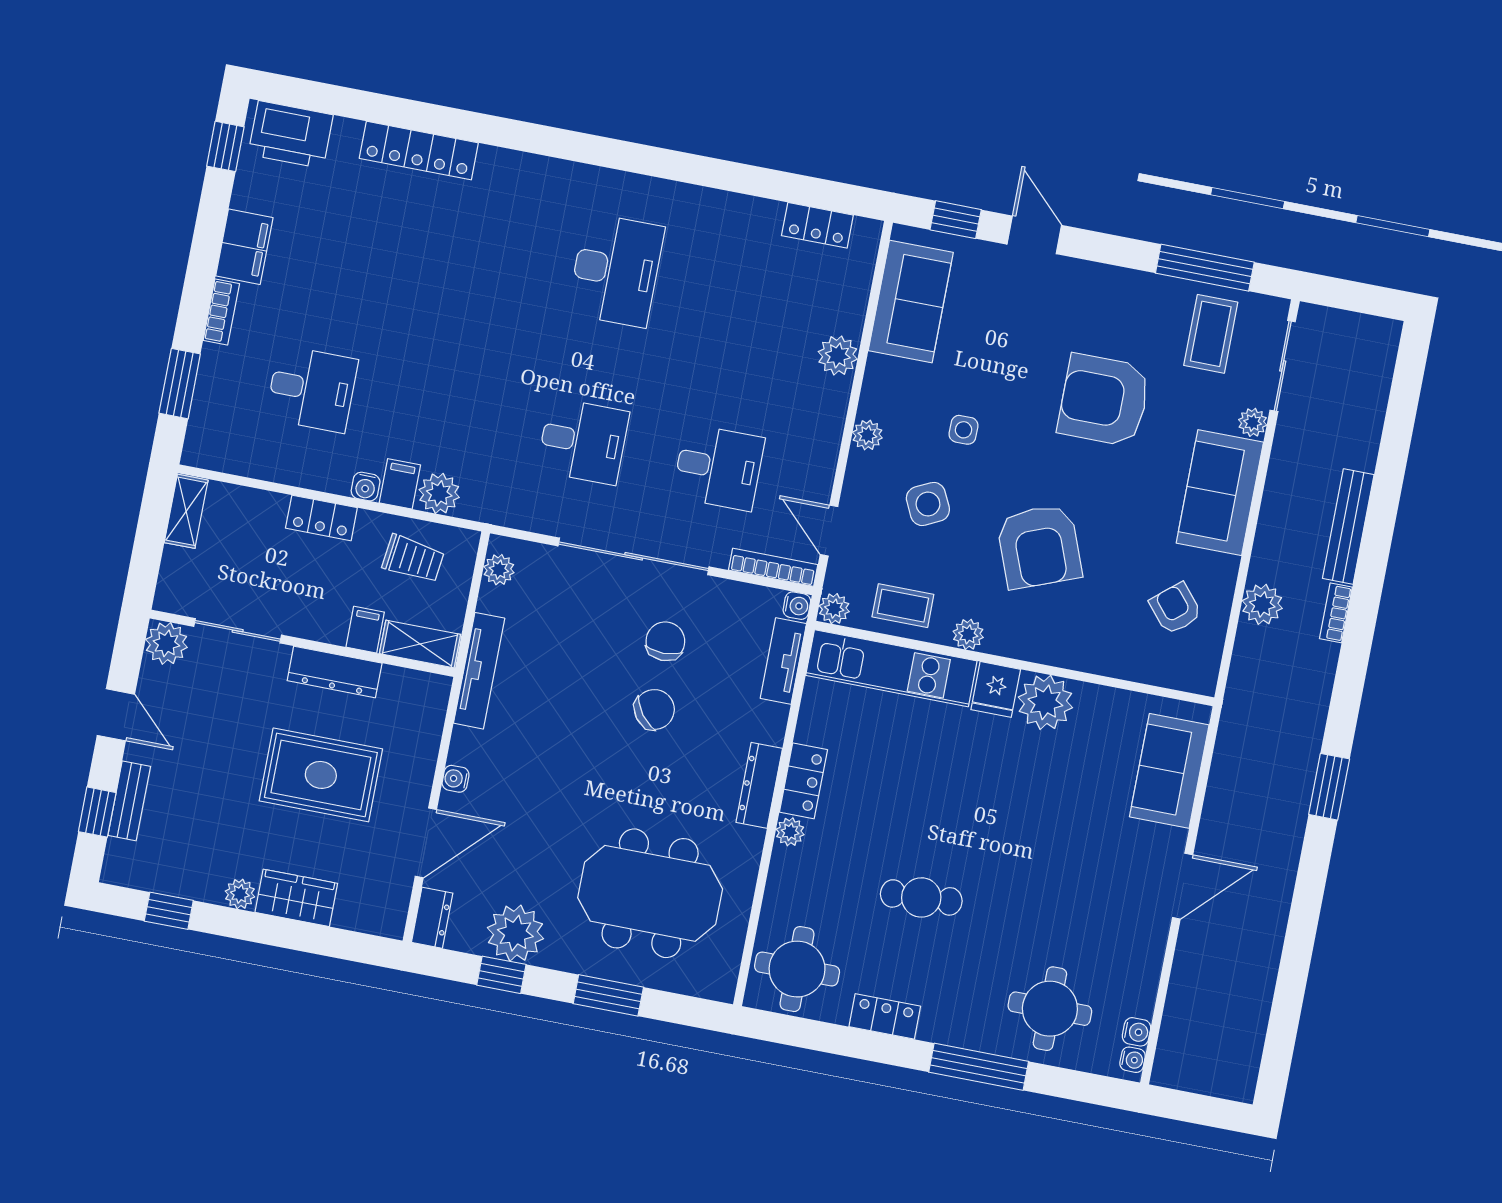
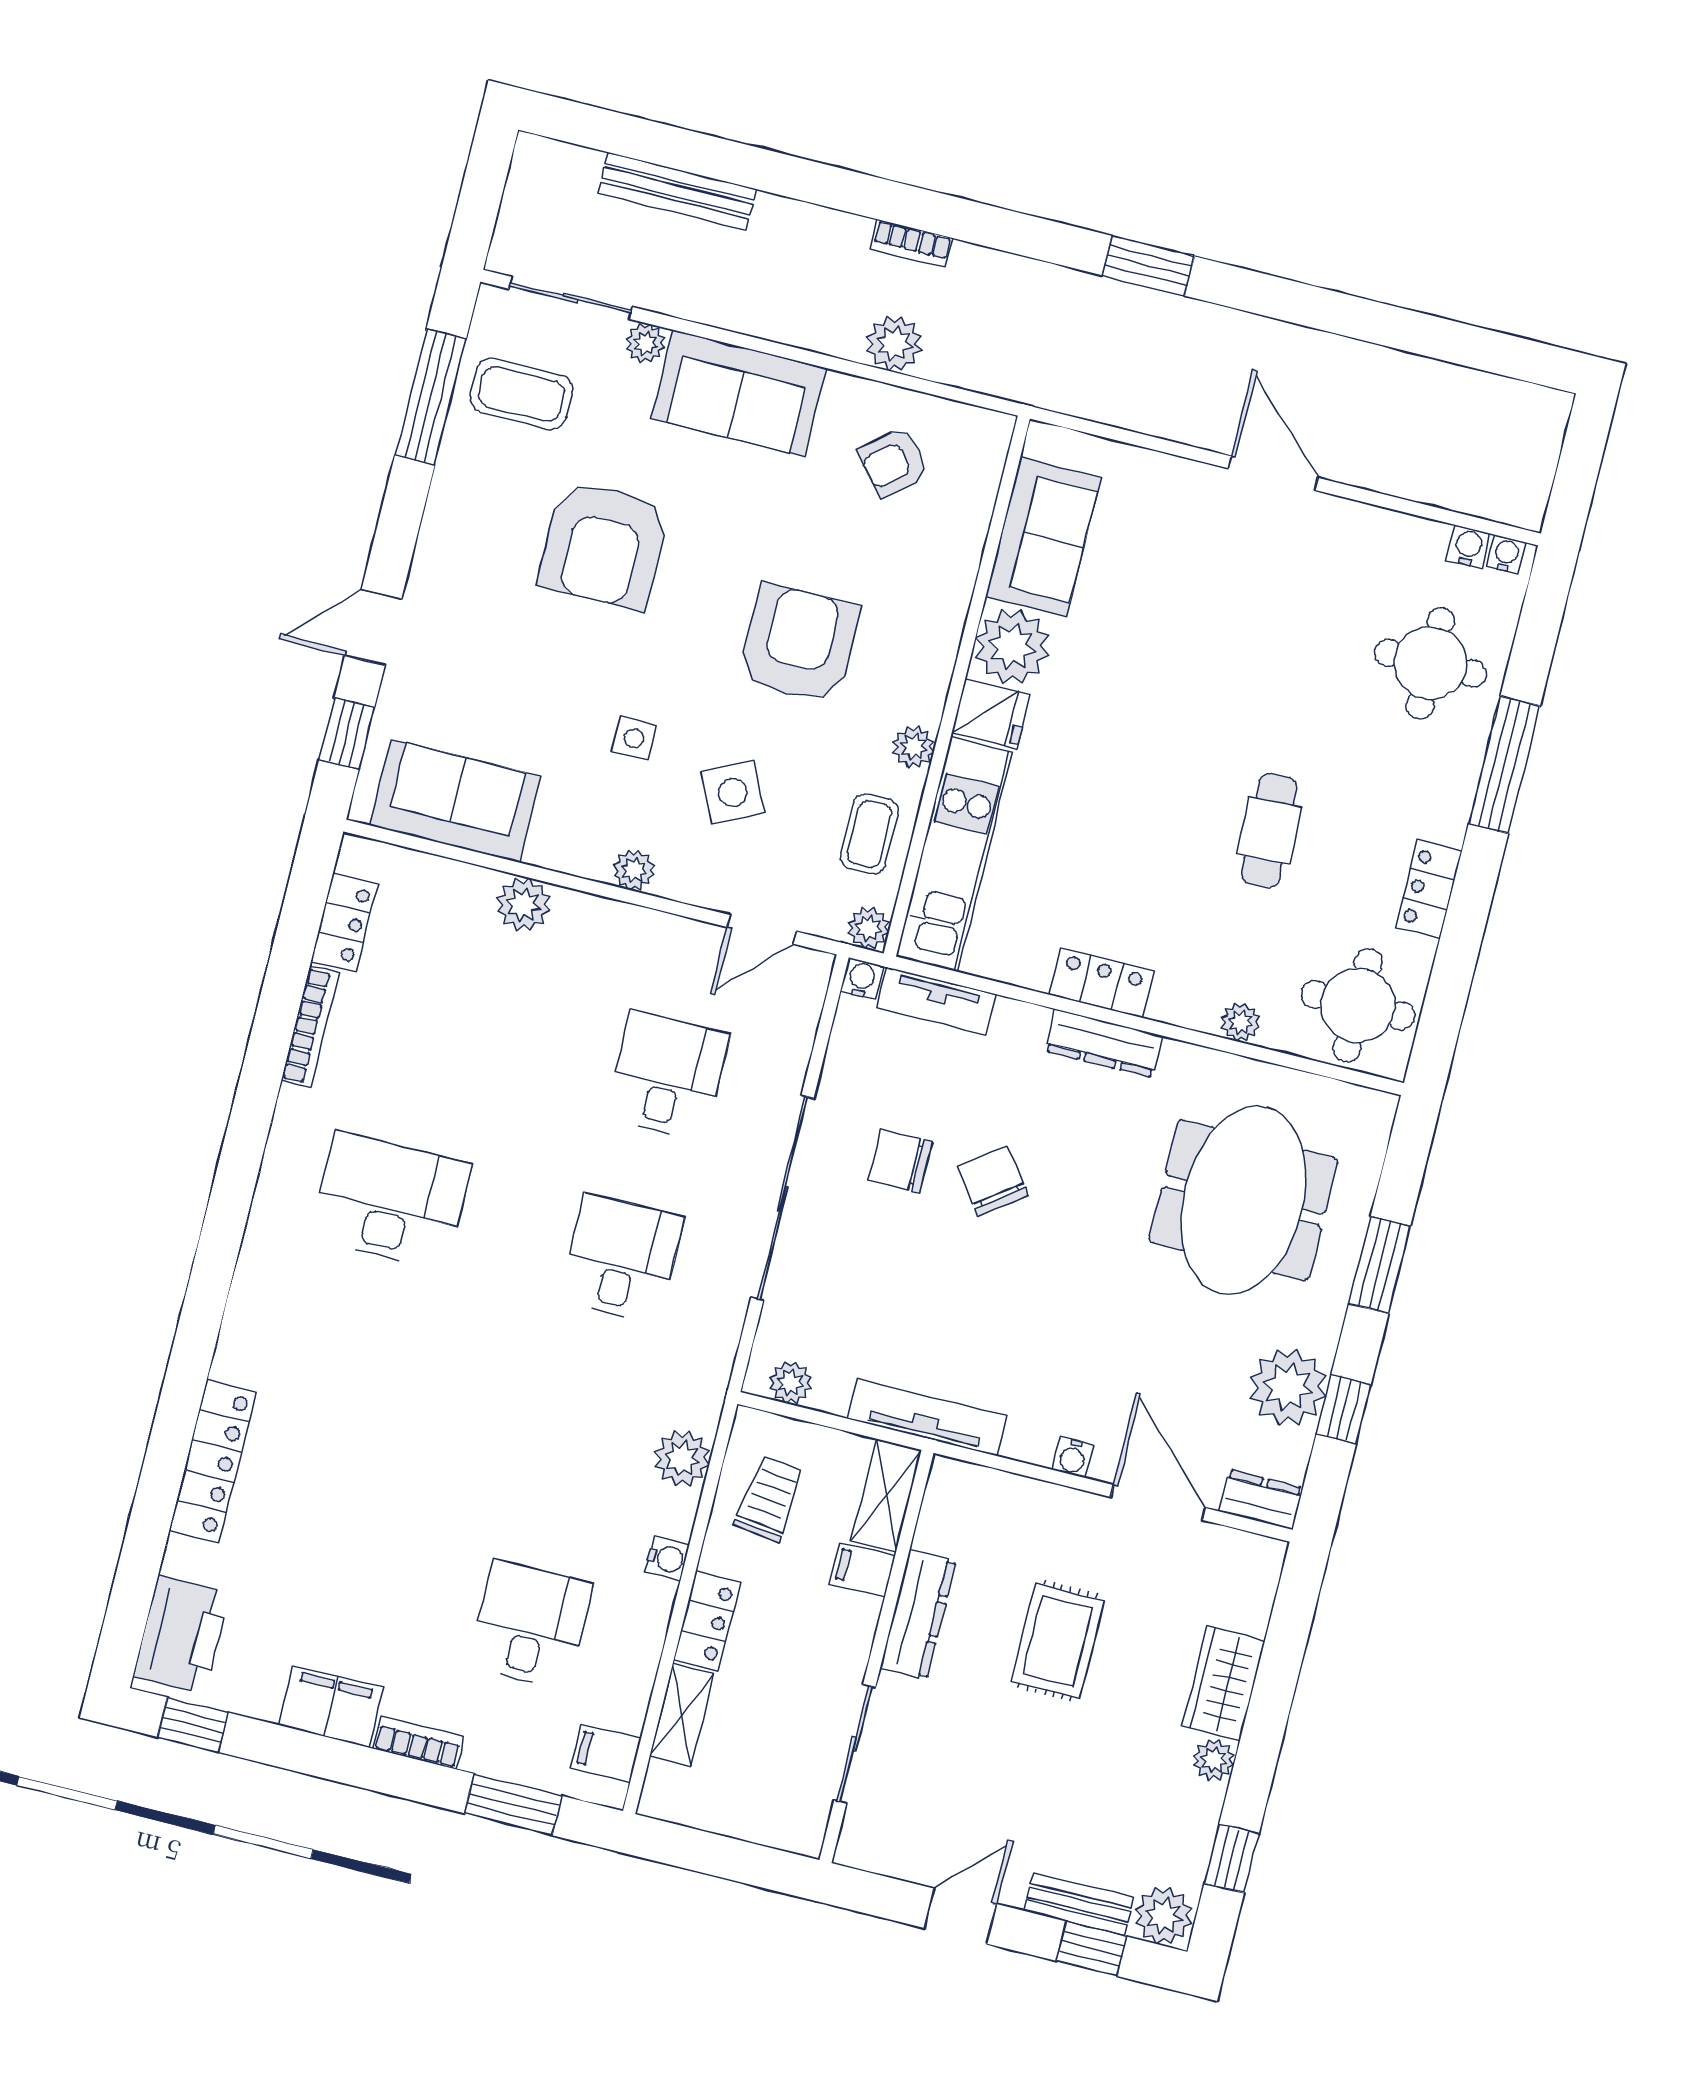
filing cabinet: (400, 484) -> (606, 1753), moved
shelving: (186, 511) -> (682, 1715), moved, turned 90
bench: (1348, 526) -> (677, 191), moved
armchair: (1039, 546) -> (799, 644), turned -69
bookcase: (773, 567) -> (310, 1026), moved, turned 180
plant: (167, 643) -> (1164, 1916), moved
sofa: (1169, 771) -> (1043, 537), moved, turned -90
rug: (321, 775) -> (1058, 1641), width x0.73, depth x0.70
plant: (790, 832) -> (1241, 1022), moved

